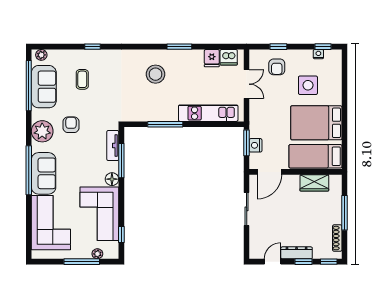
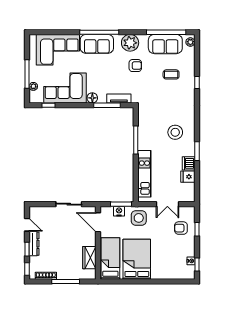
dishwasher: (229, 57) -> (189, 163), moved
side table: (308, 85) -> (139, 218), moved

